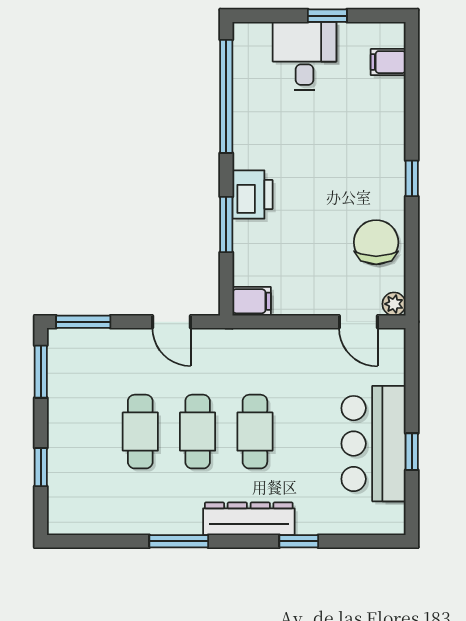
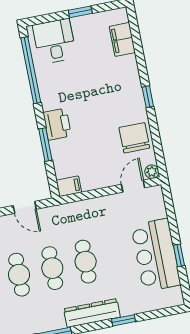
desk: (304, 56) -> (54, 41), moved
filing cabinet: (388, 62) -> (122, 39), width x2.00
door: (358, 322) -> (133, 186), swing flipped

